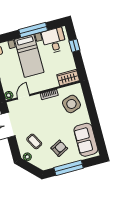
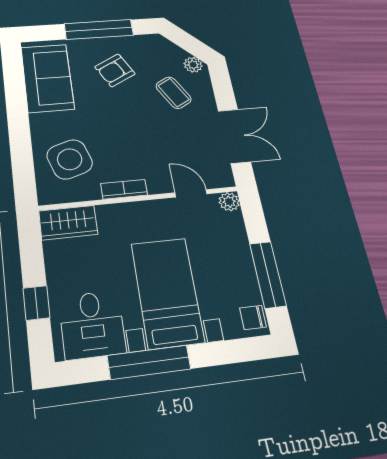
door: (24, 97) -> (191, 193), swing flipped

